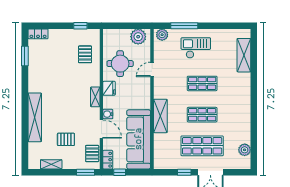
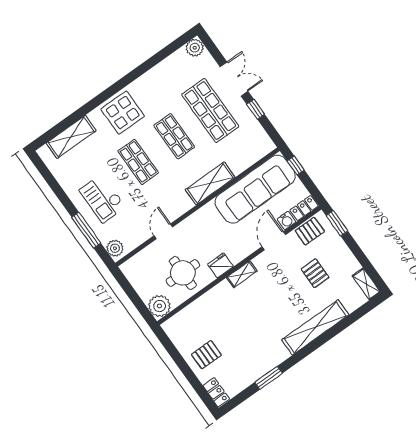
window: (80, 26) -> (172, 350), removed
plant: (138, 37) -> (159, 306), moved
pallet: (85, 54) -> (206, 355), moved
window: (25, 56) -> (269, 378), moved
door: (152, 69) -> (163, 231), swing flipped
display table: (237, 95) -> (123, 113), added
water cooler: (108, 114) -> (286, 220), moved
plant: (245, 150) -> (195, 48), moved
shelving: (51, 164) -> (366, 284), moved
window: (120, 172) -> (296, 165), moved

